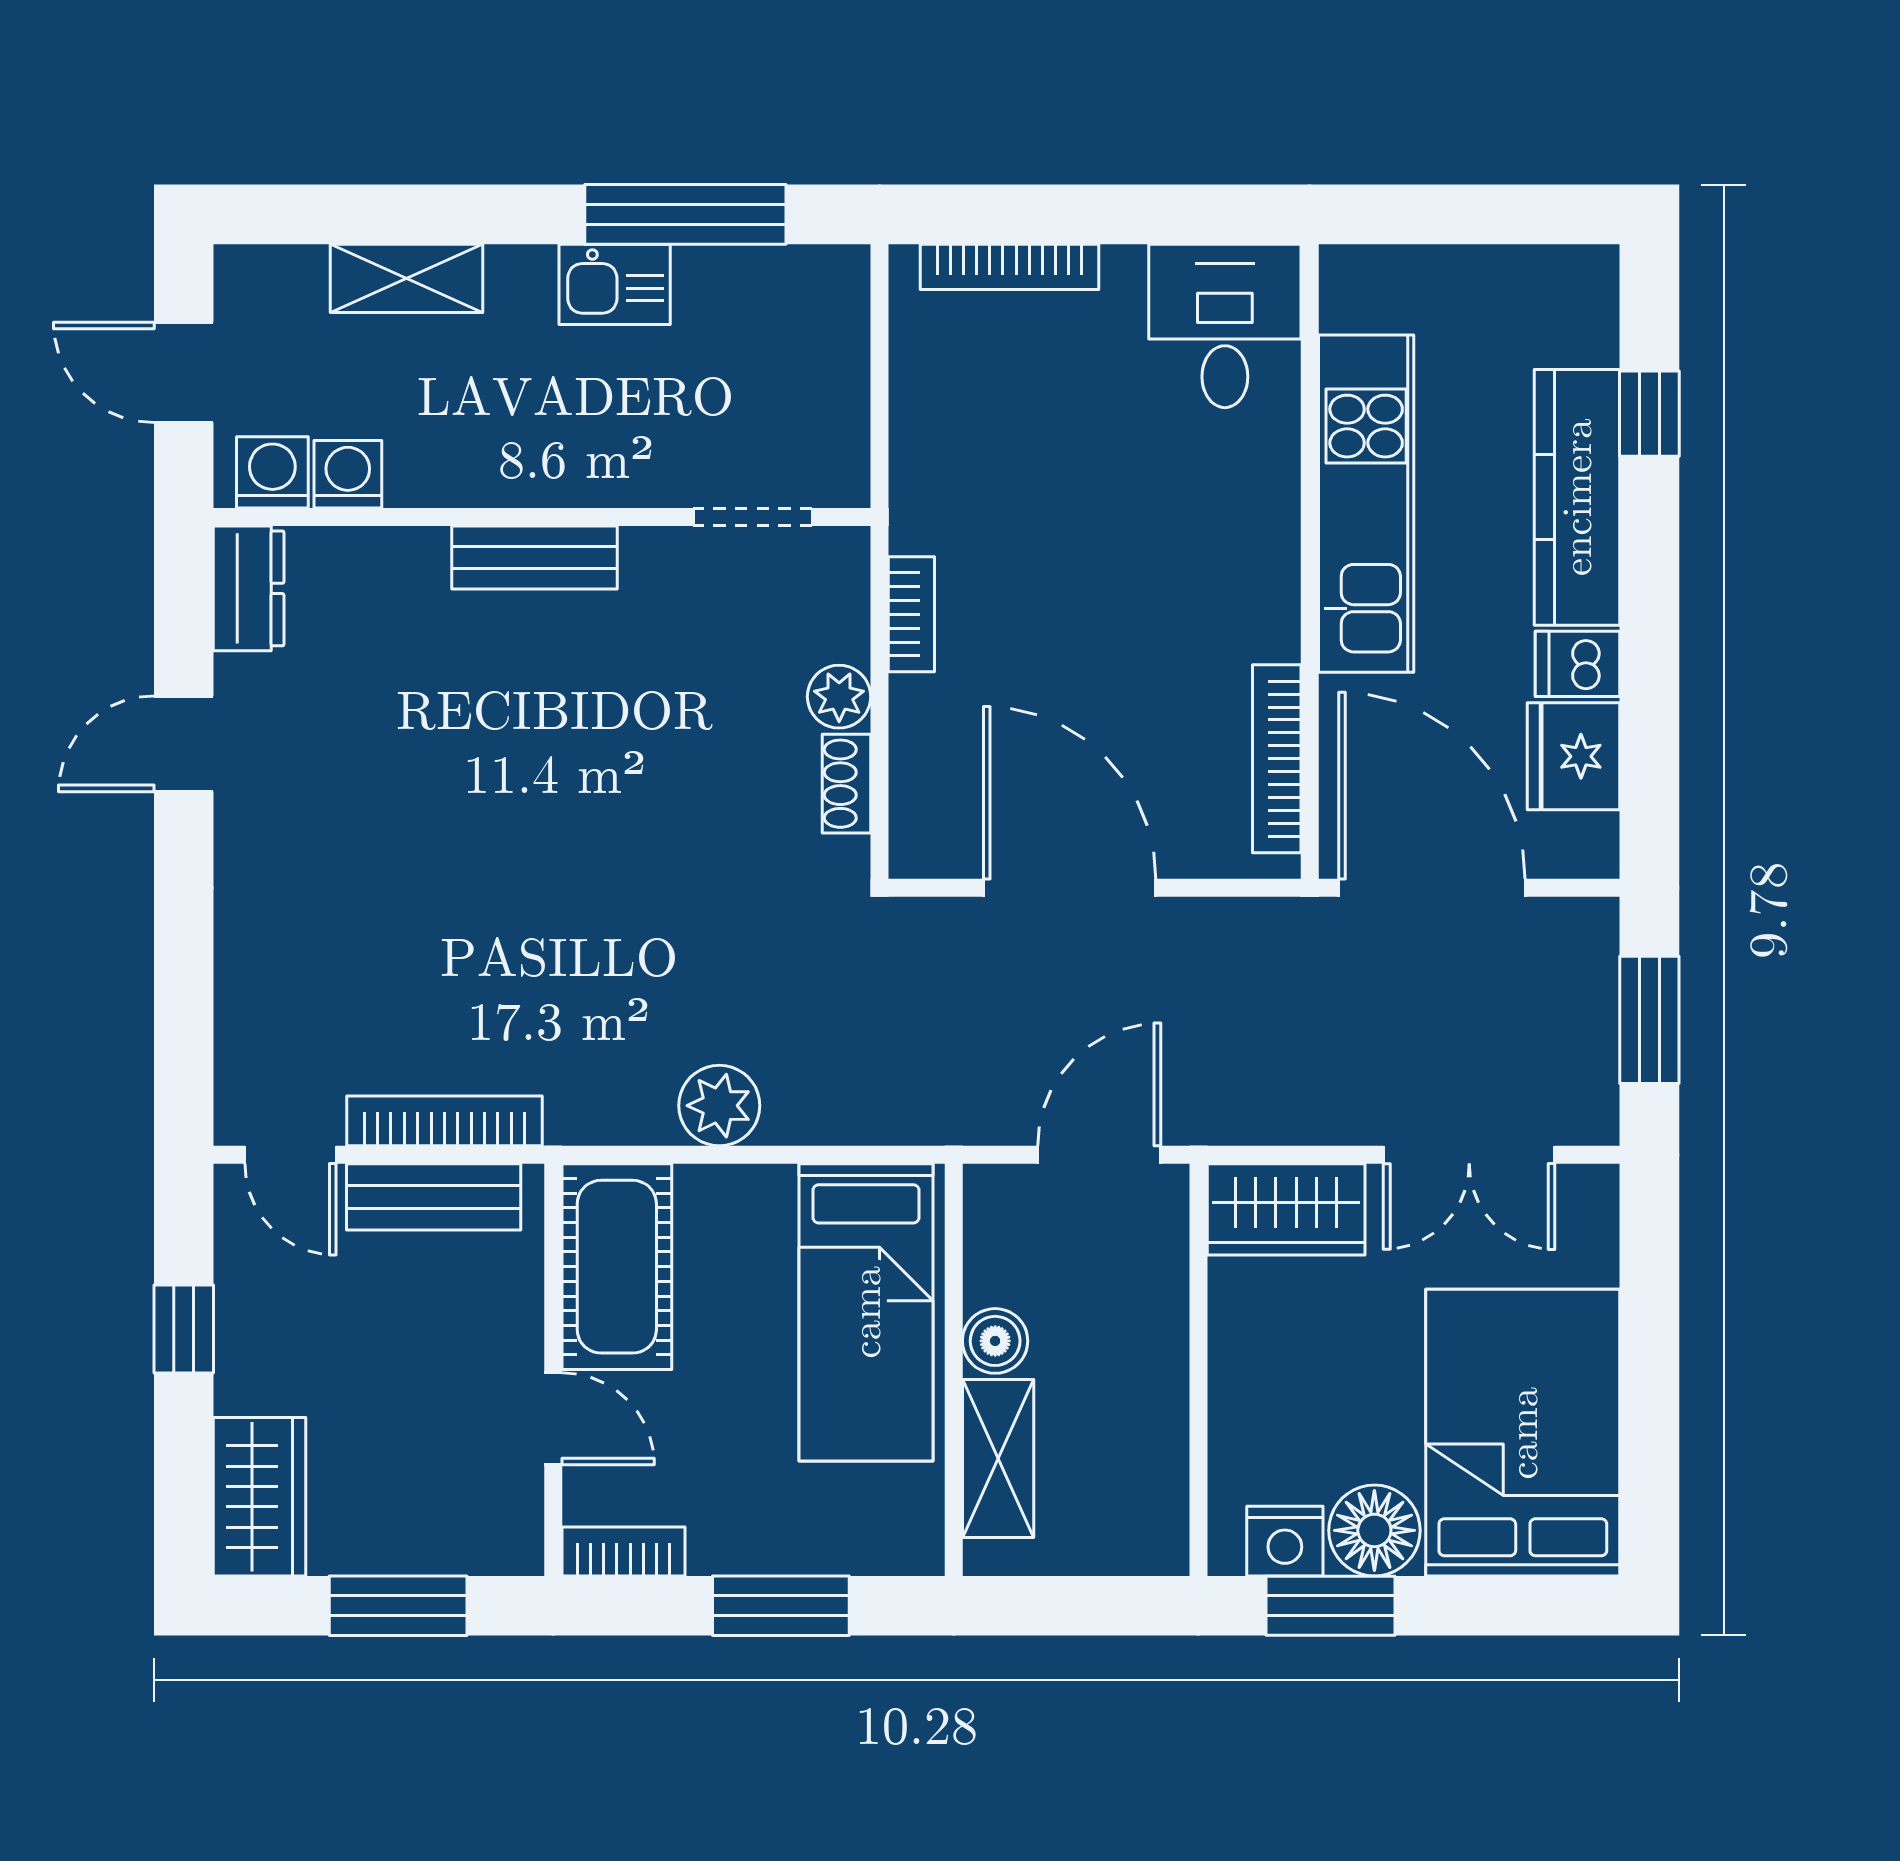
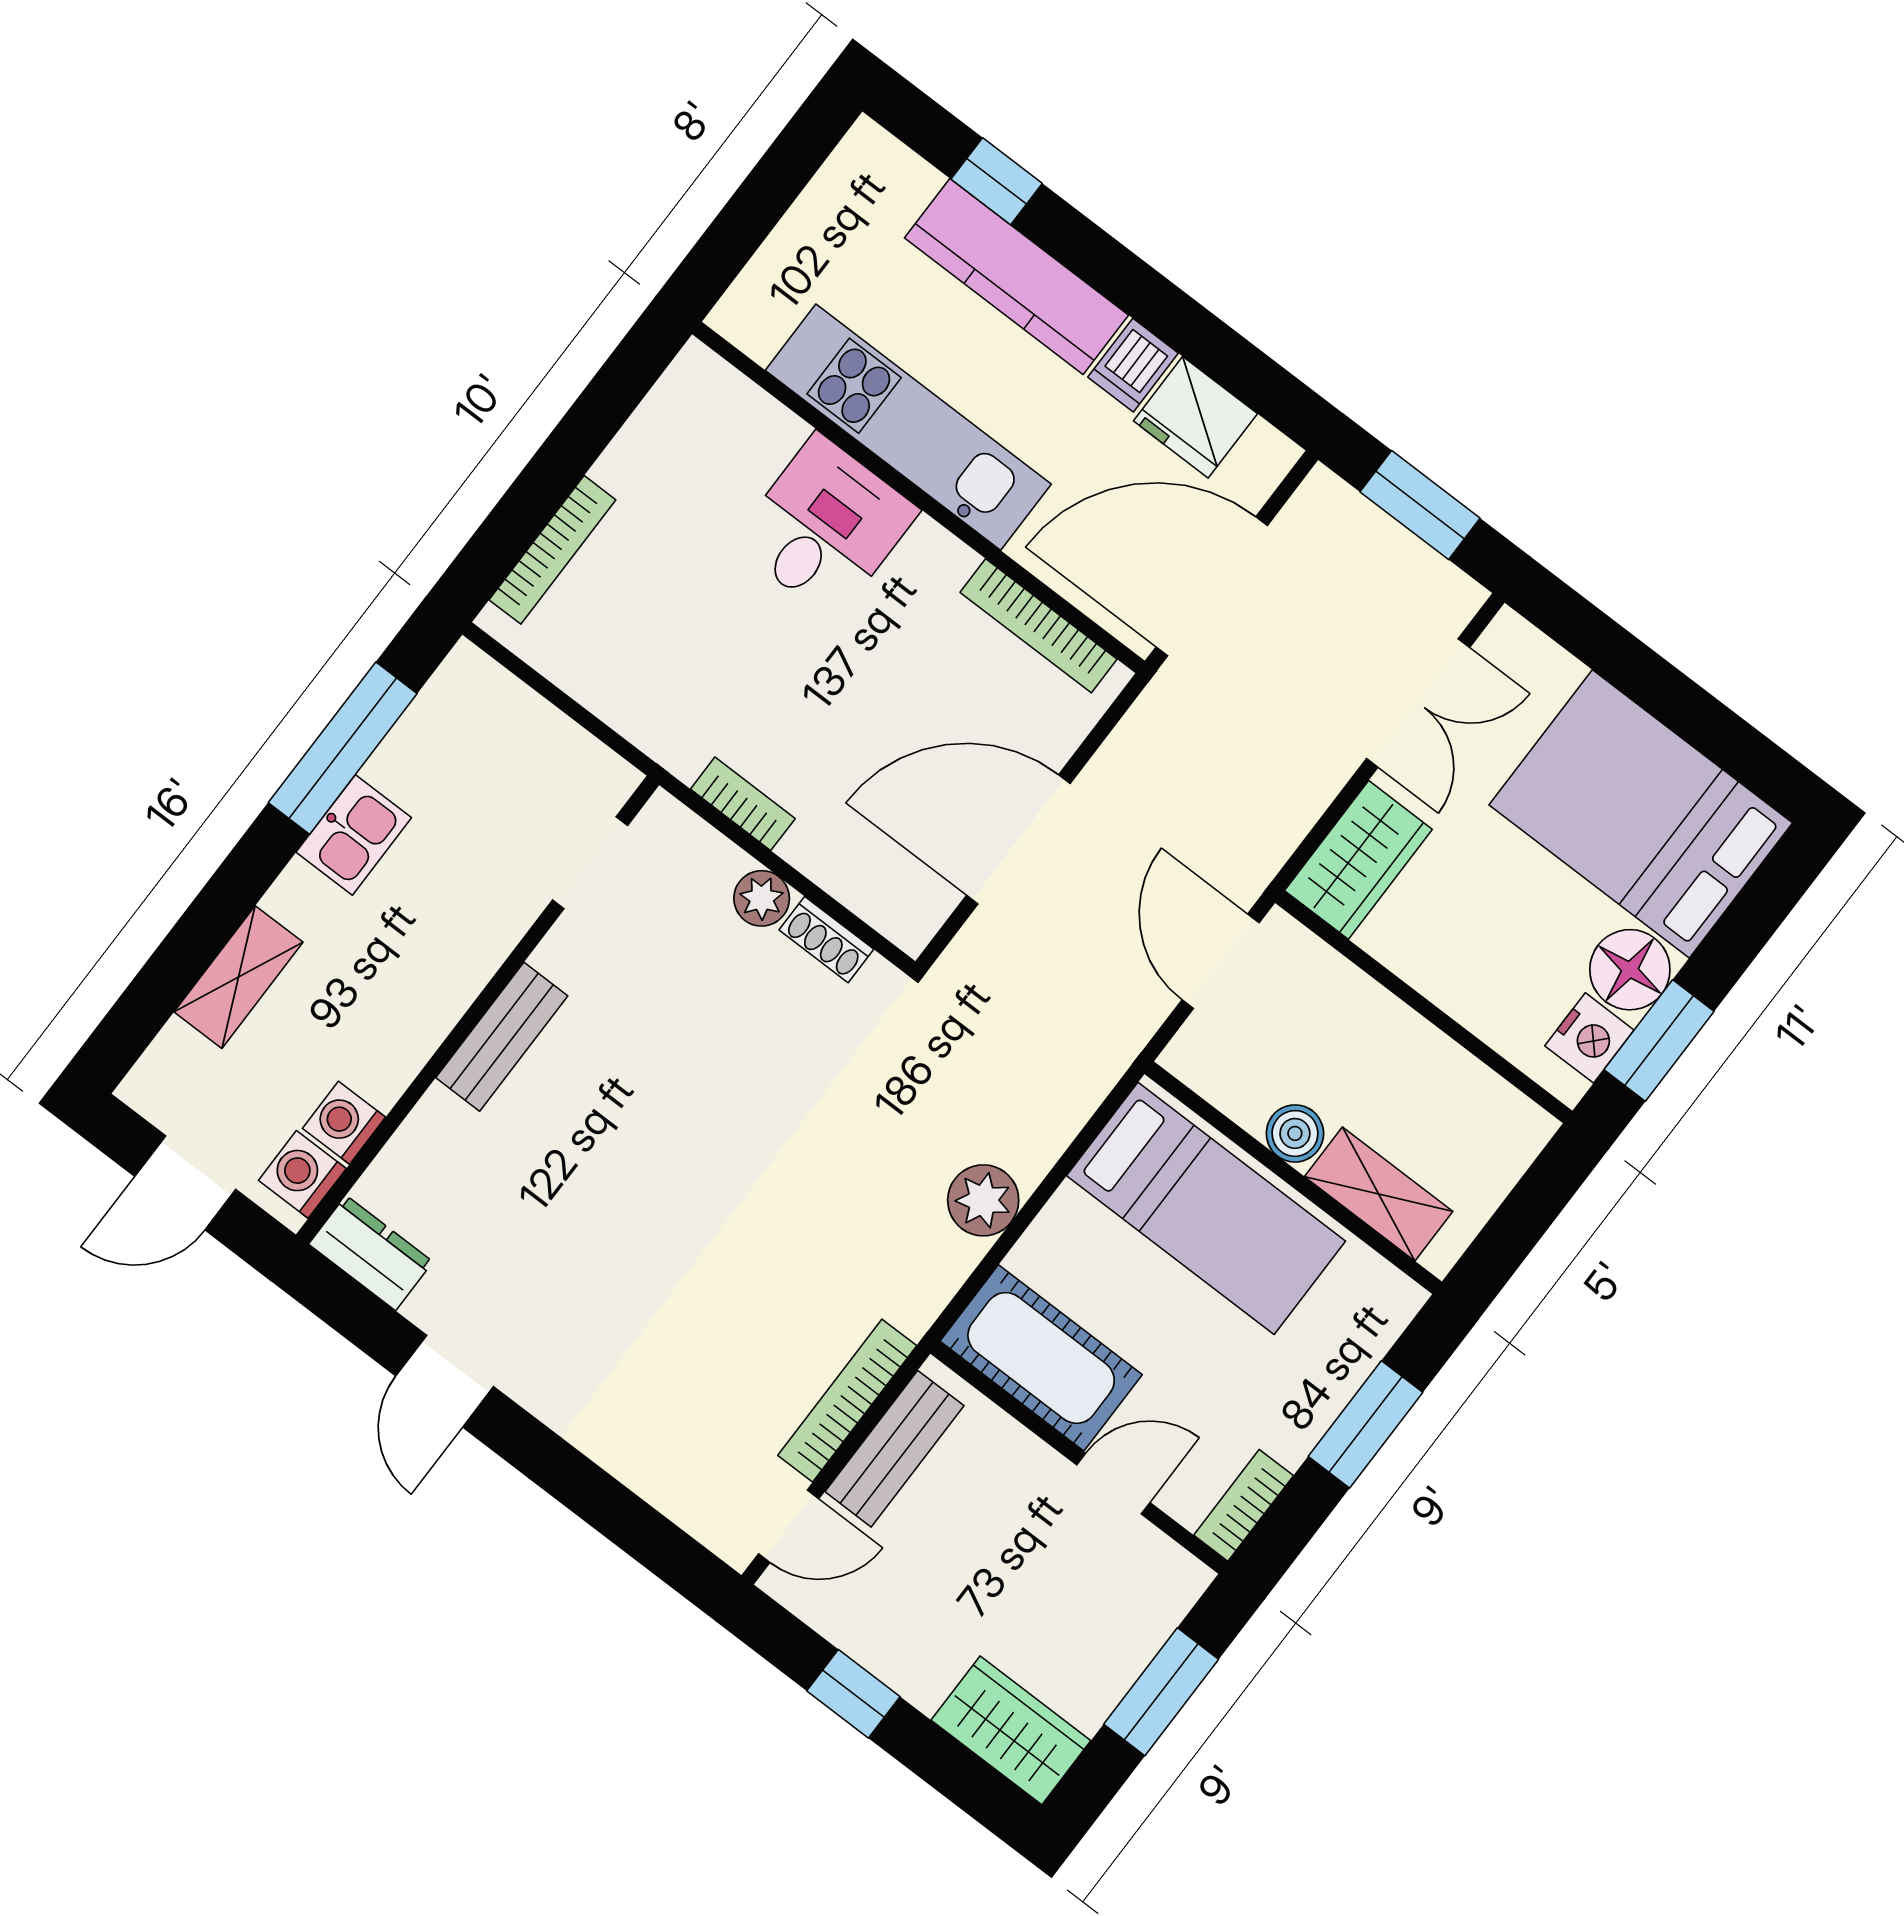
desk: (1225, 326) -> (825, 527), moved, turned 90

